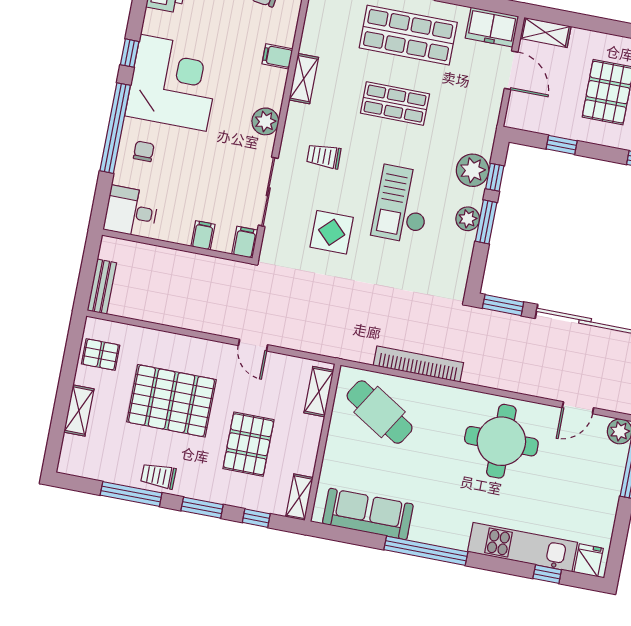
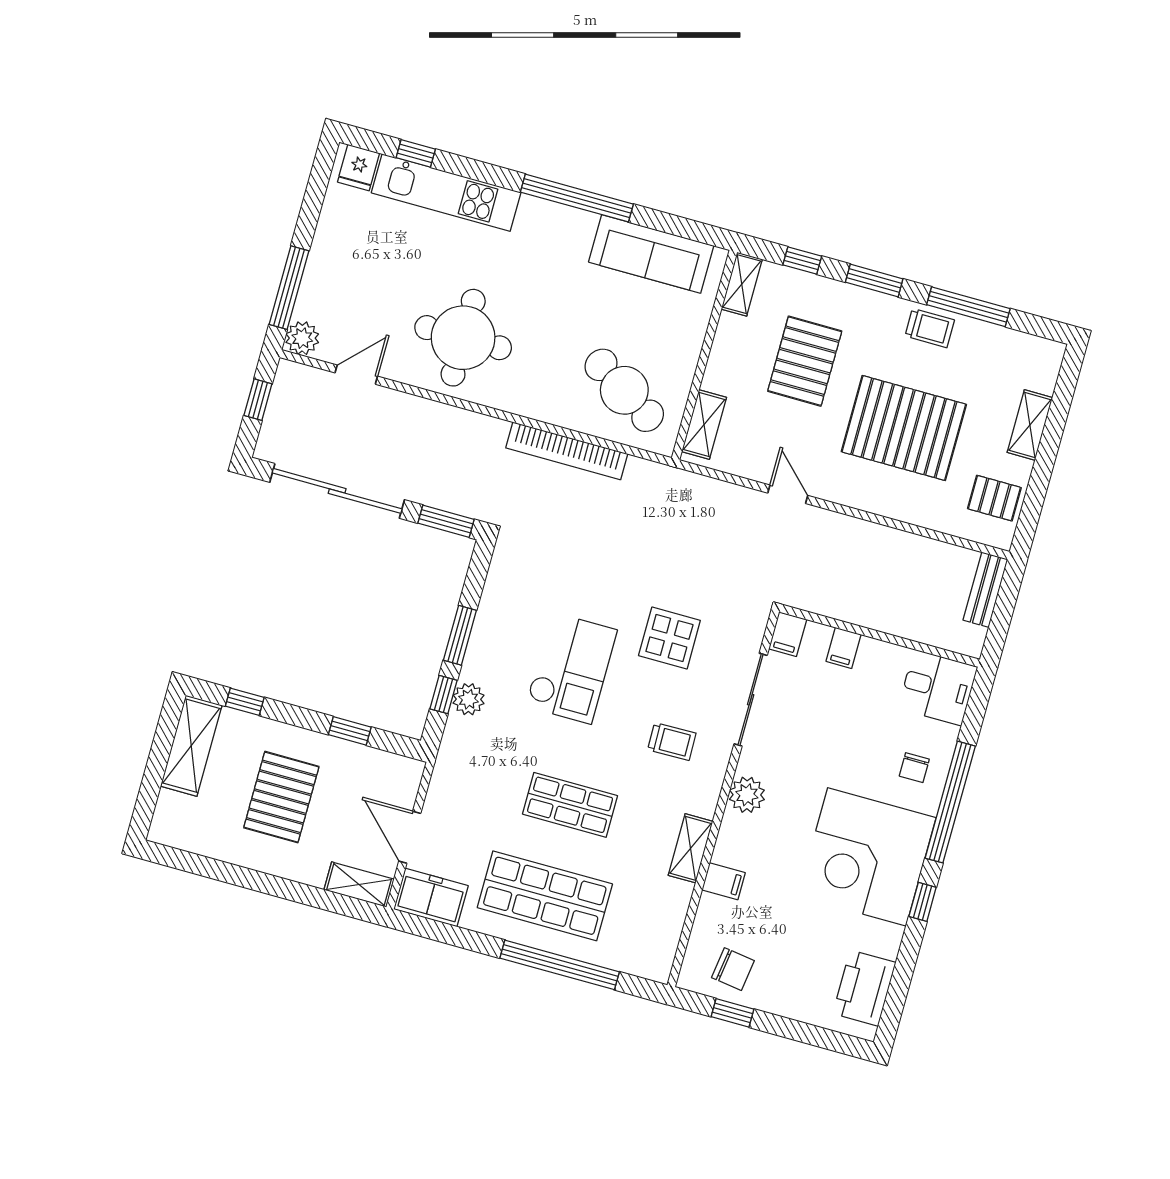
plant: (473, 170) -> (469, 699), width x0.73, depth x0.73
plant: (468, 219) -> (484, 641), removed

